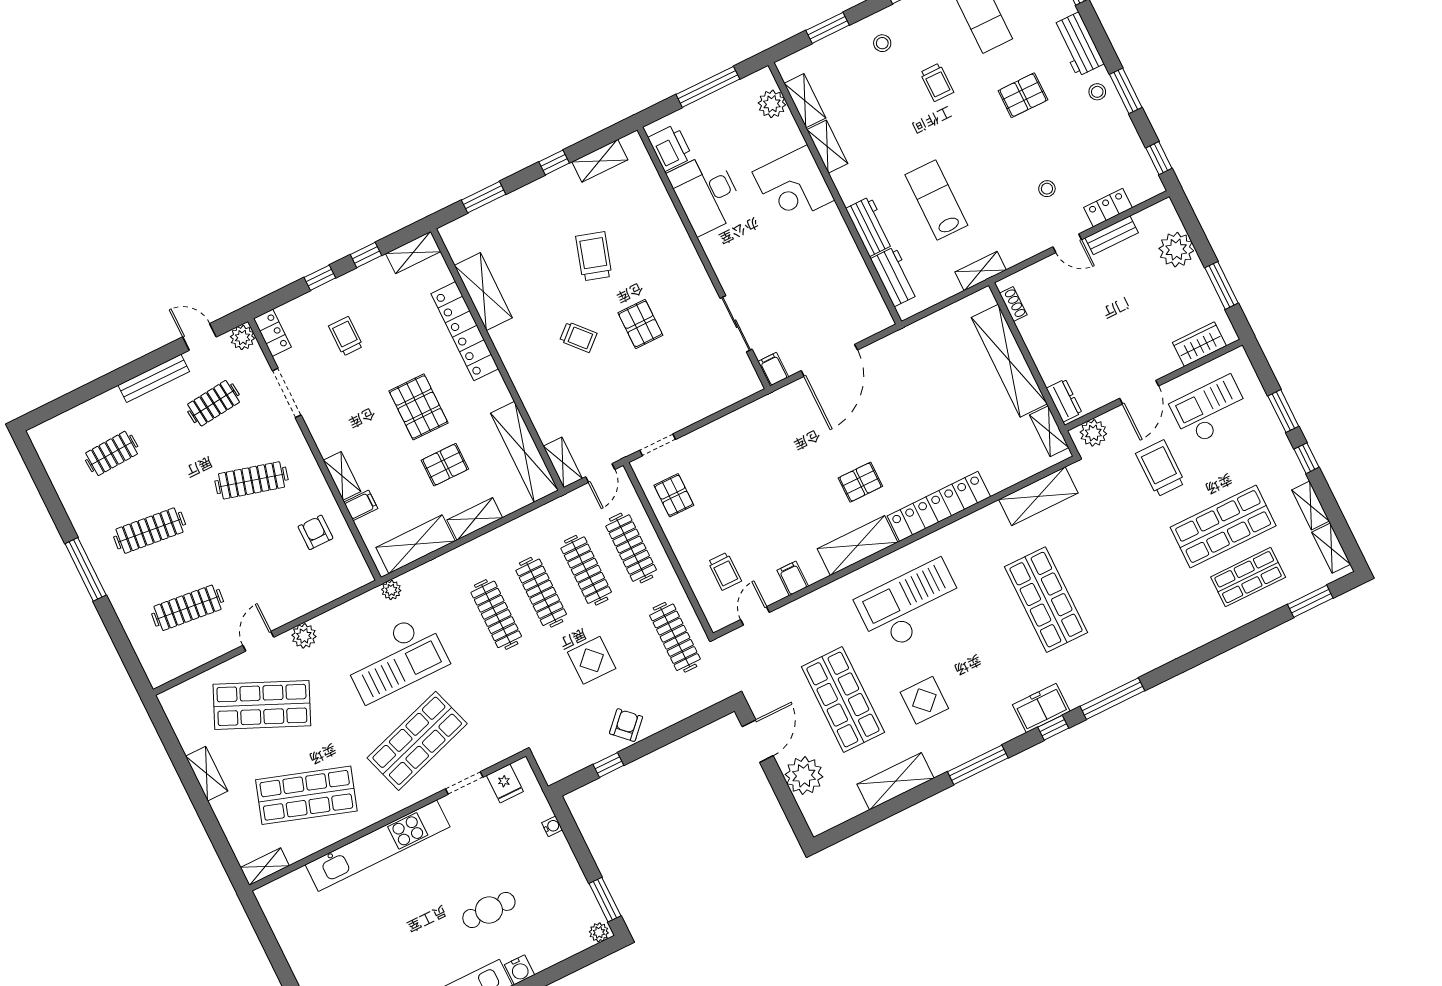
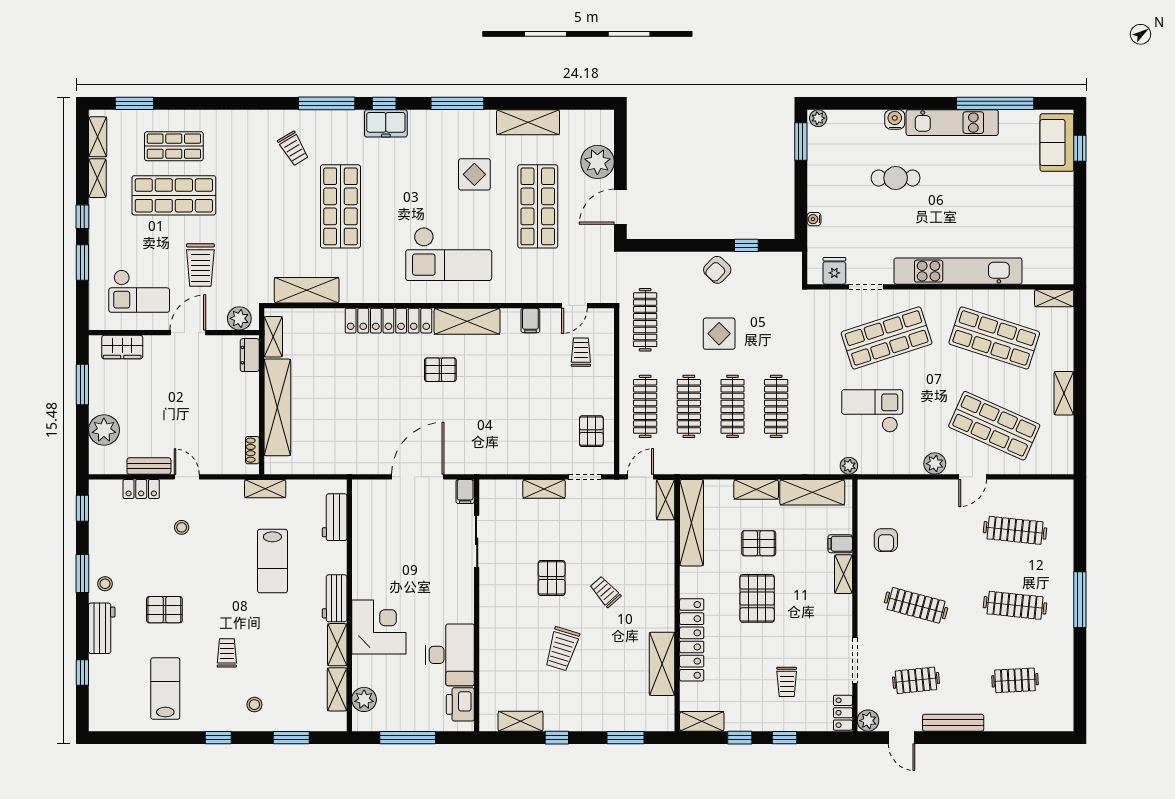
workbench: (870, 226) -> (335, 598), moved
shelving: (693, 412) -> (544, 489), added
trolley: (1124, 635) -> (293, 149), added
checkout: (395, 658) -> (872, 411), width x0.73, depth x0.83

